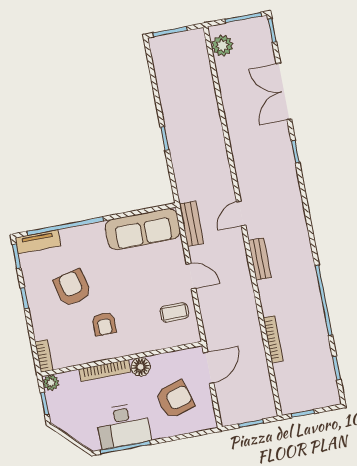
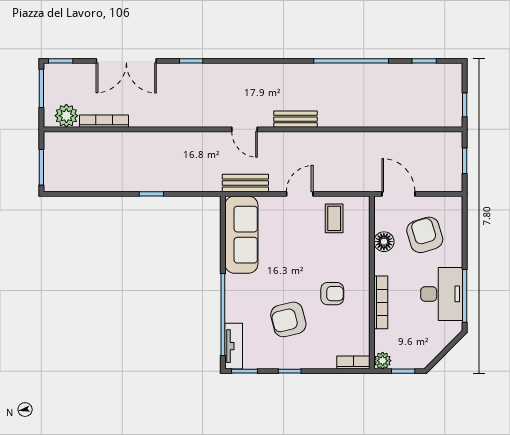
bookcase: (273, 339) -> (104, 121), moved
floor lamp: (141, 367) -> (384, 242), moved

